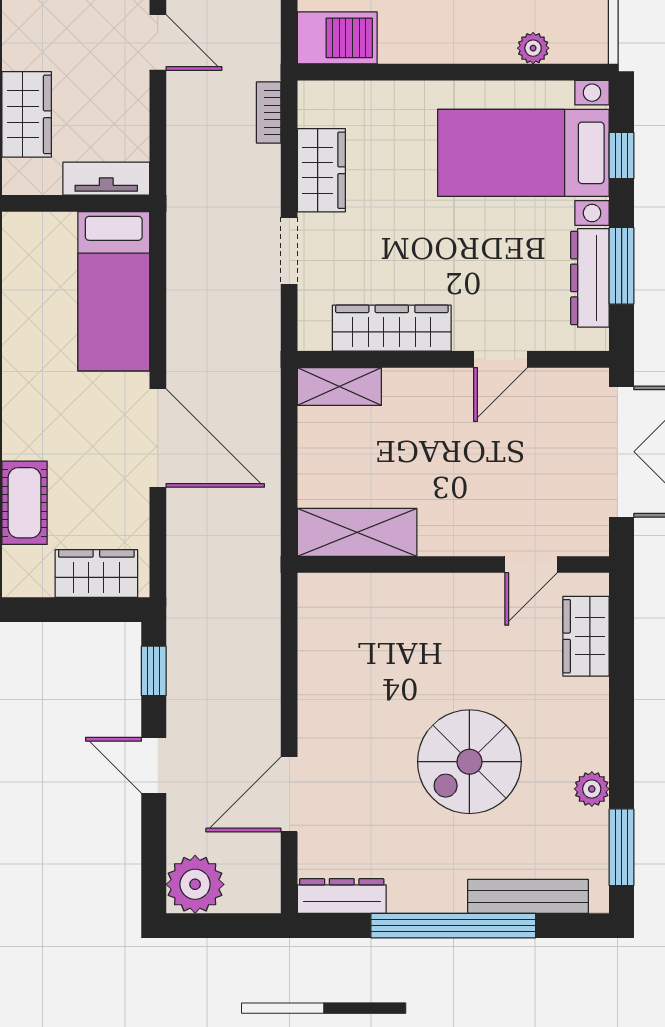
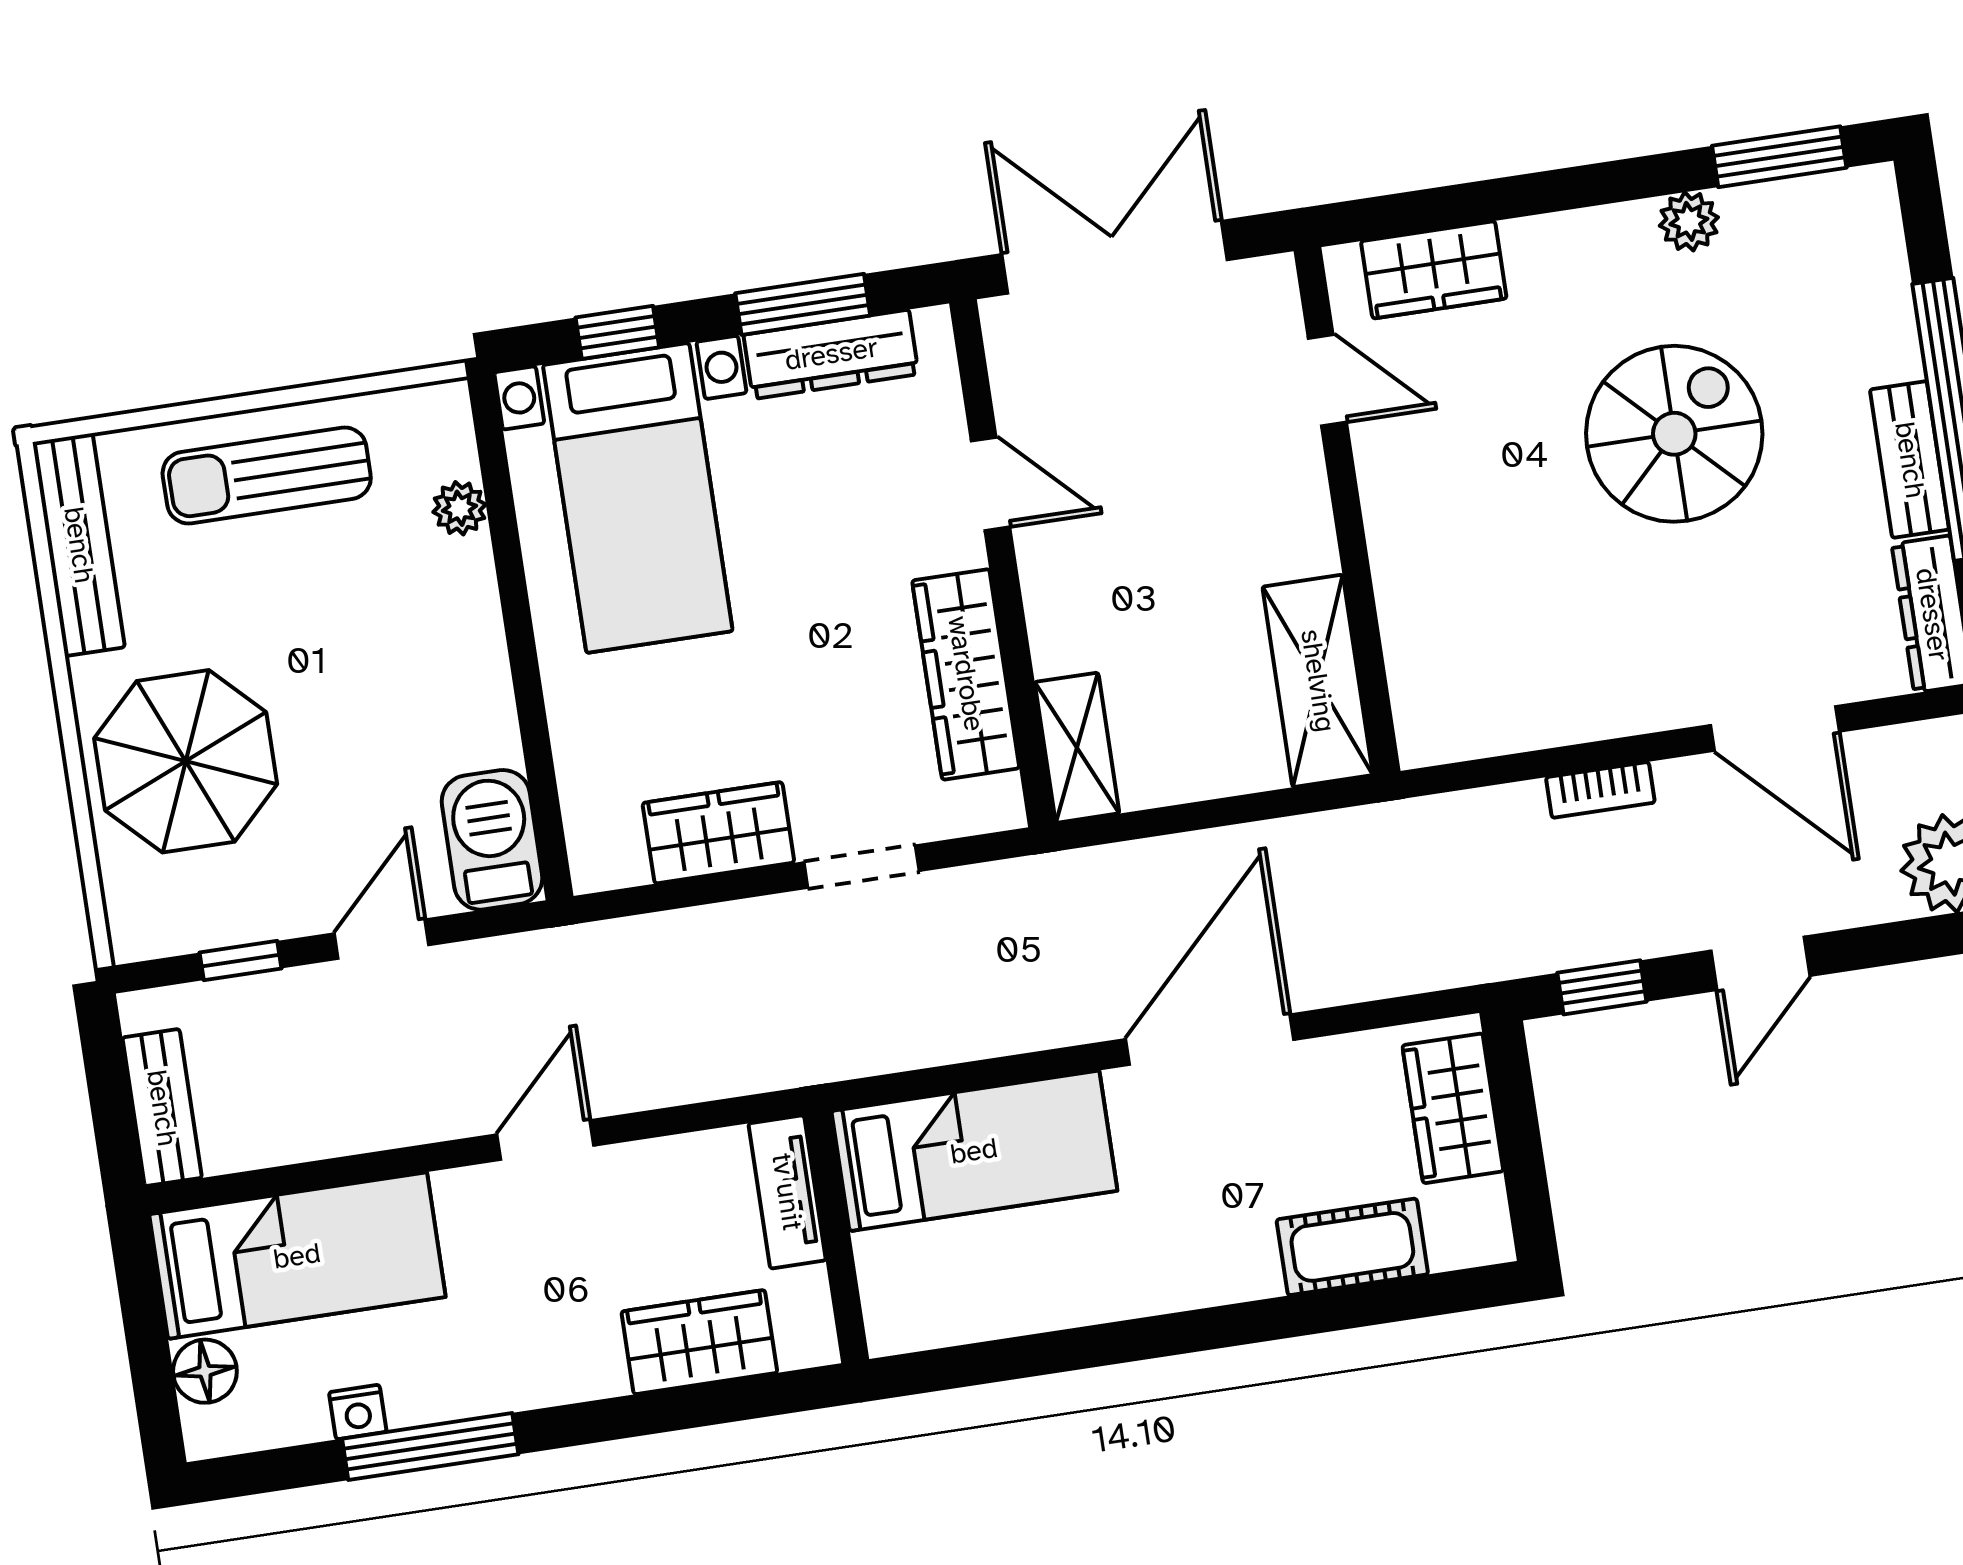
bookcase: (269, 113) -> (1600, 790), moved
spiral stairs: (469, 762) -> (1674, 434), turned -90
bench: (528, 896) -> (1910, 460), moved, width x0.73

